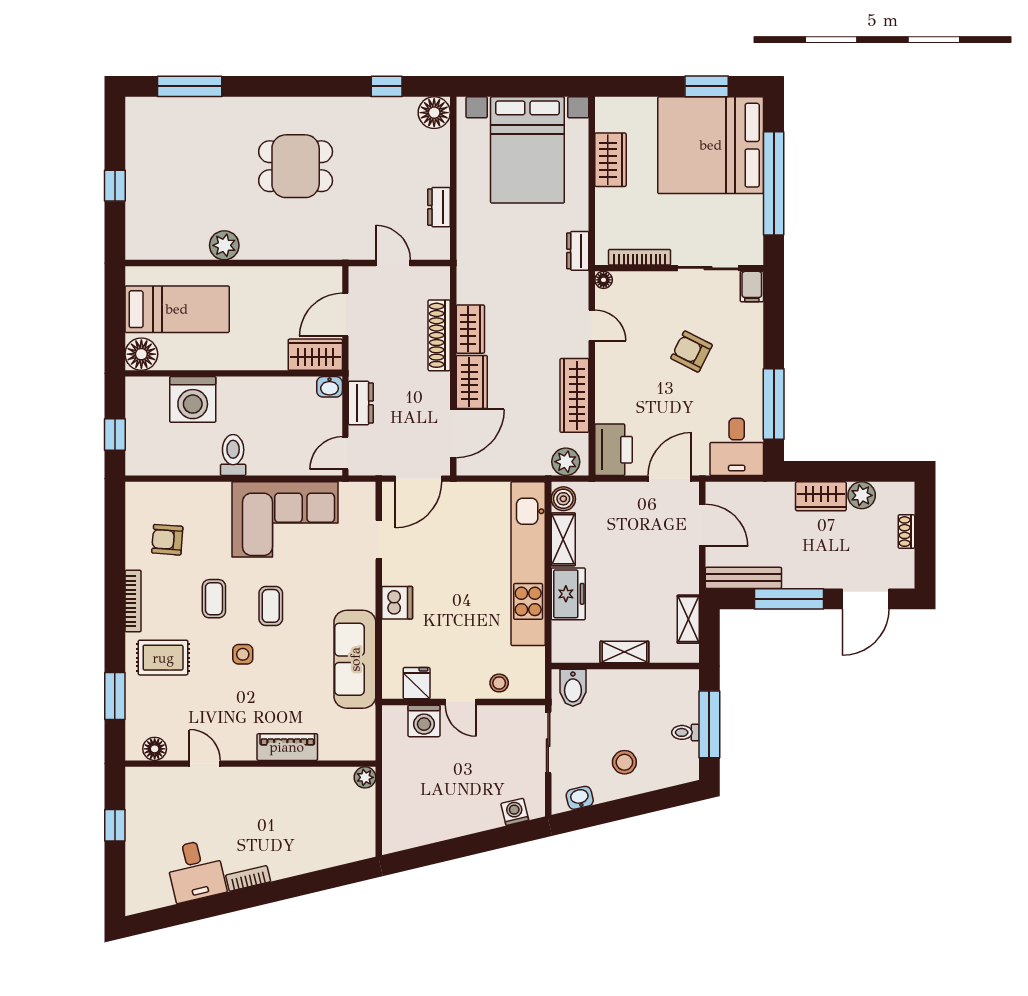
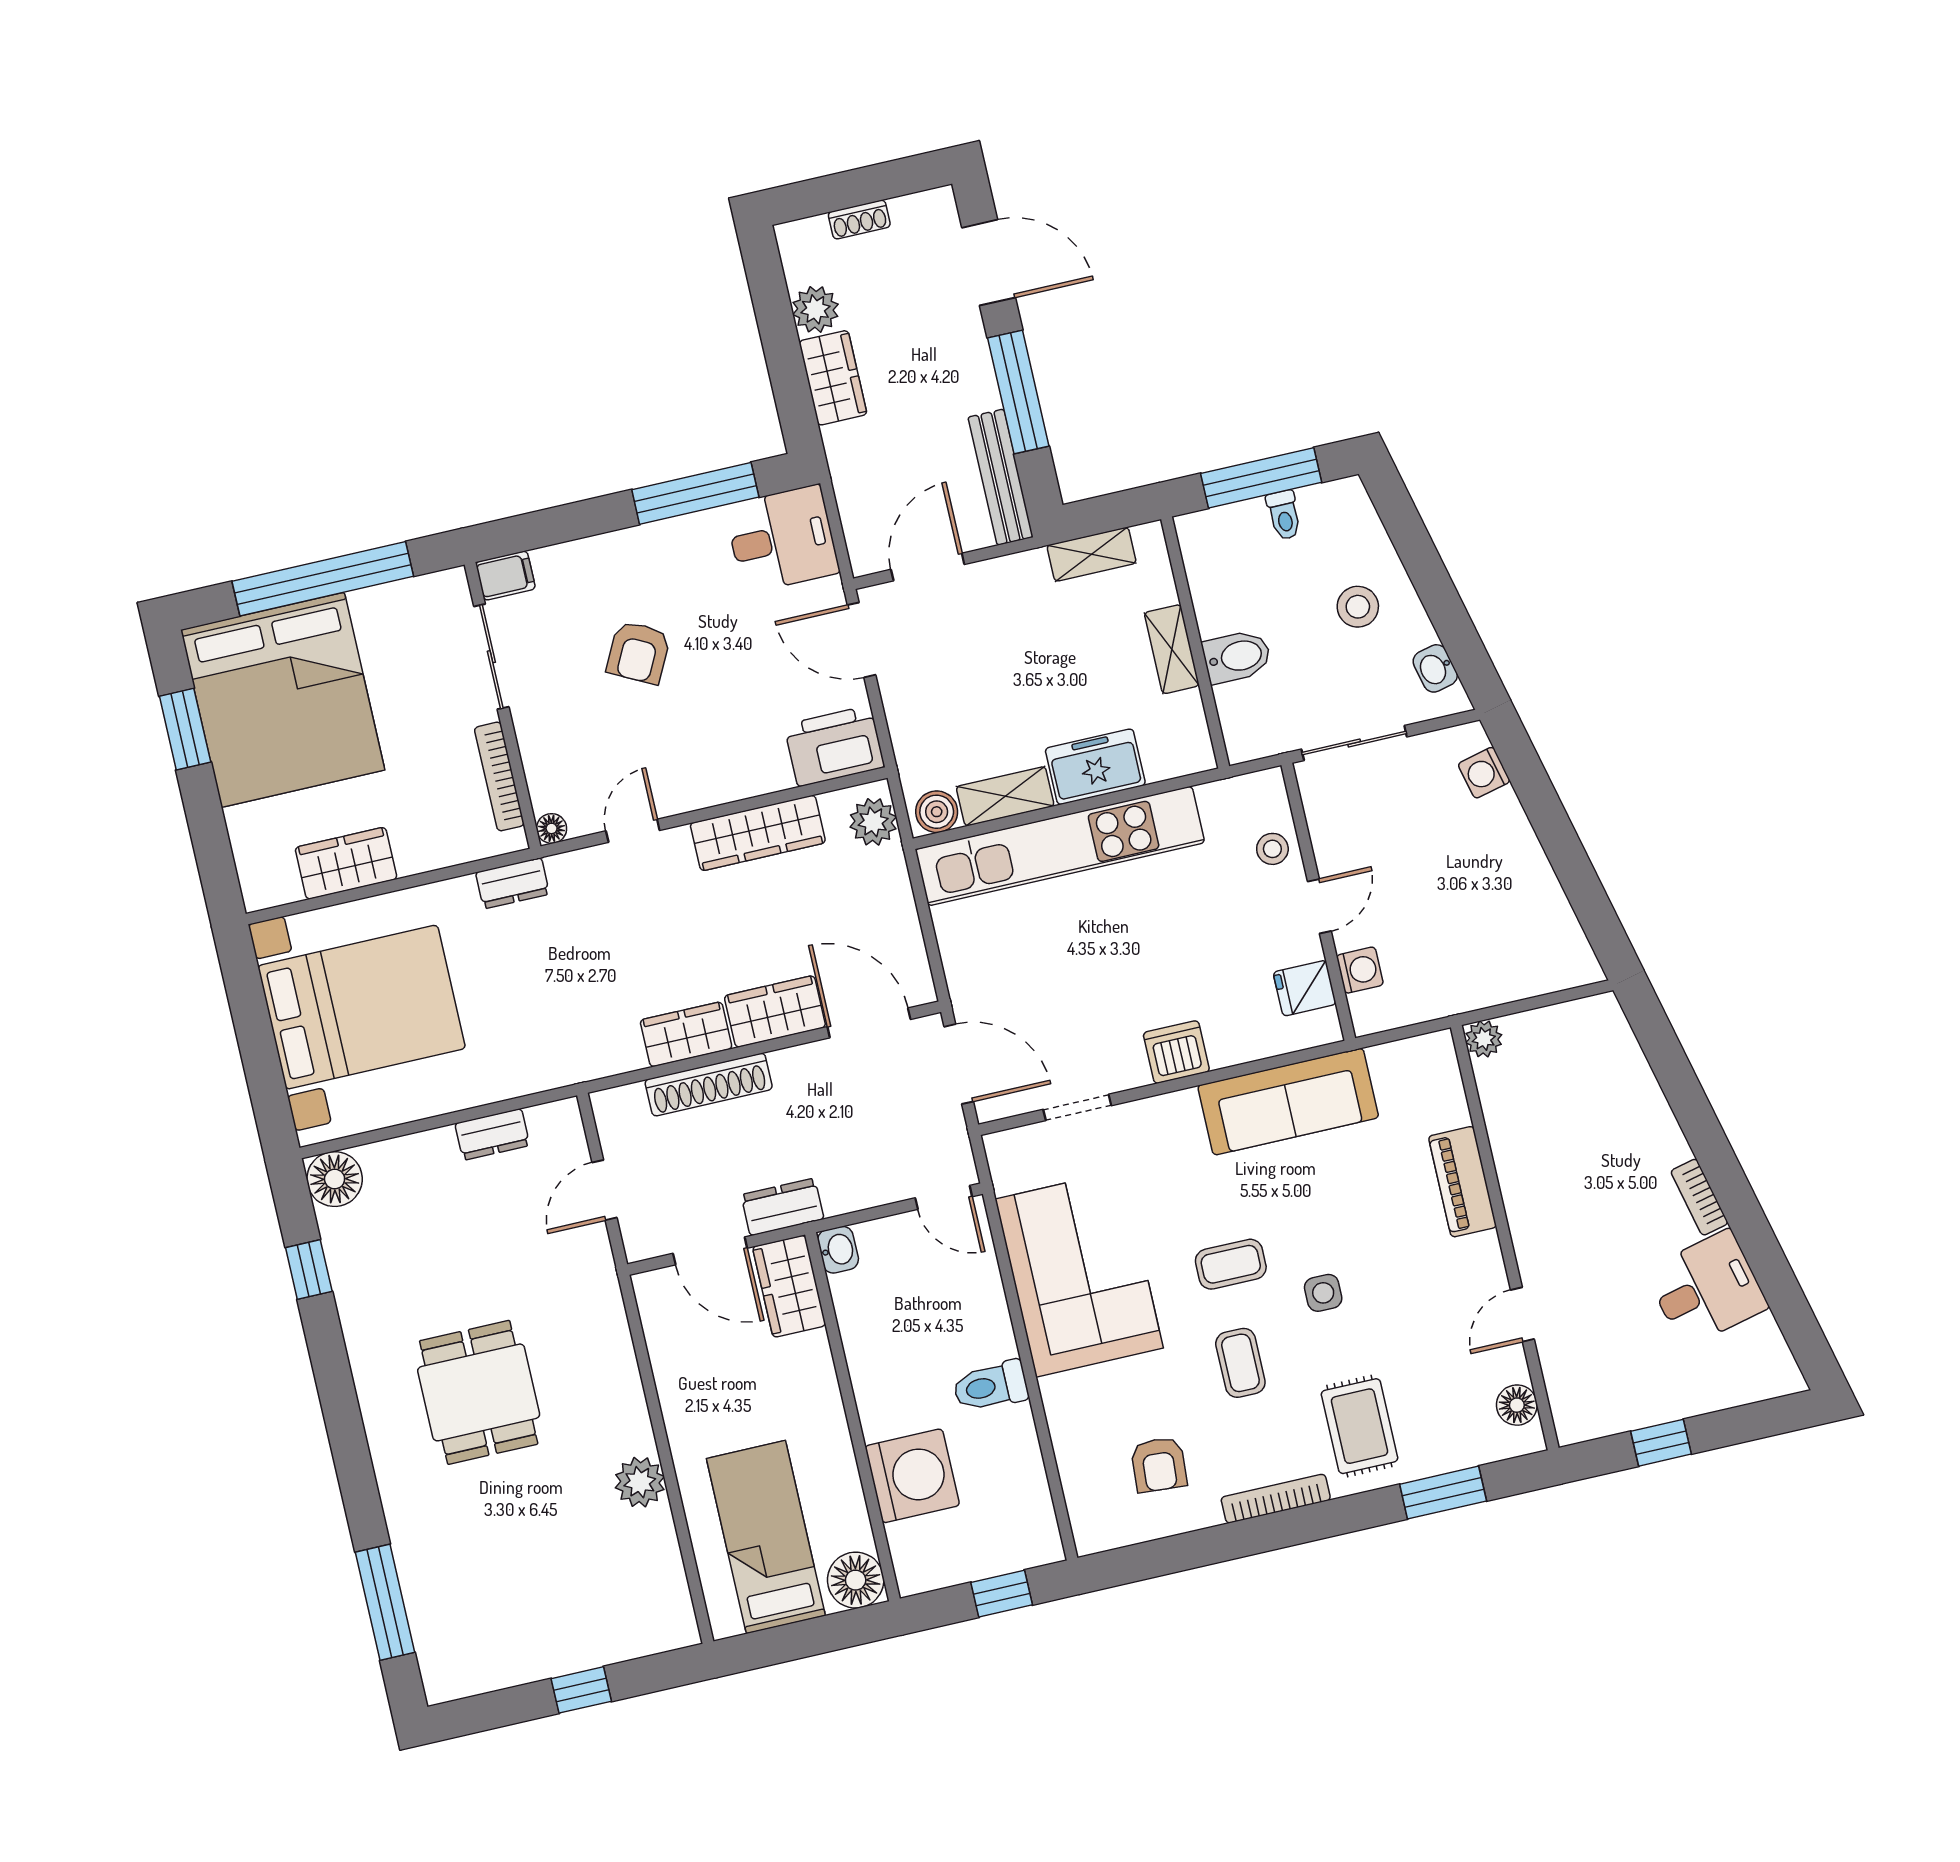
dresser: (361, 403) -> (783, 1207), moved
coffee table: (214, 599) -> (1240, 1363), turned 90
bidet: (573, 688) -> (1237, 657), moved
washing machine: (424, 721) -> (1360, 970), width x0.73, depth x0.73

